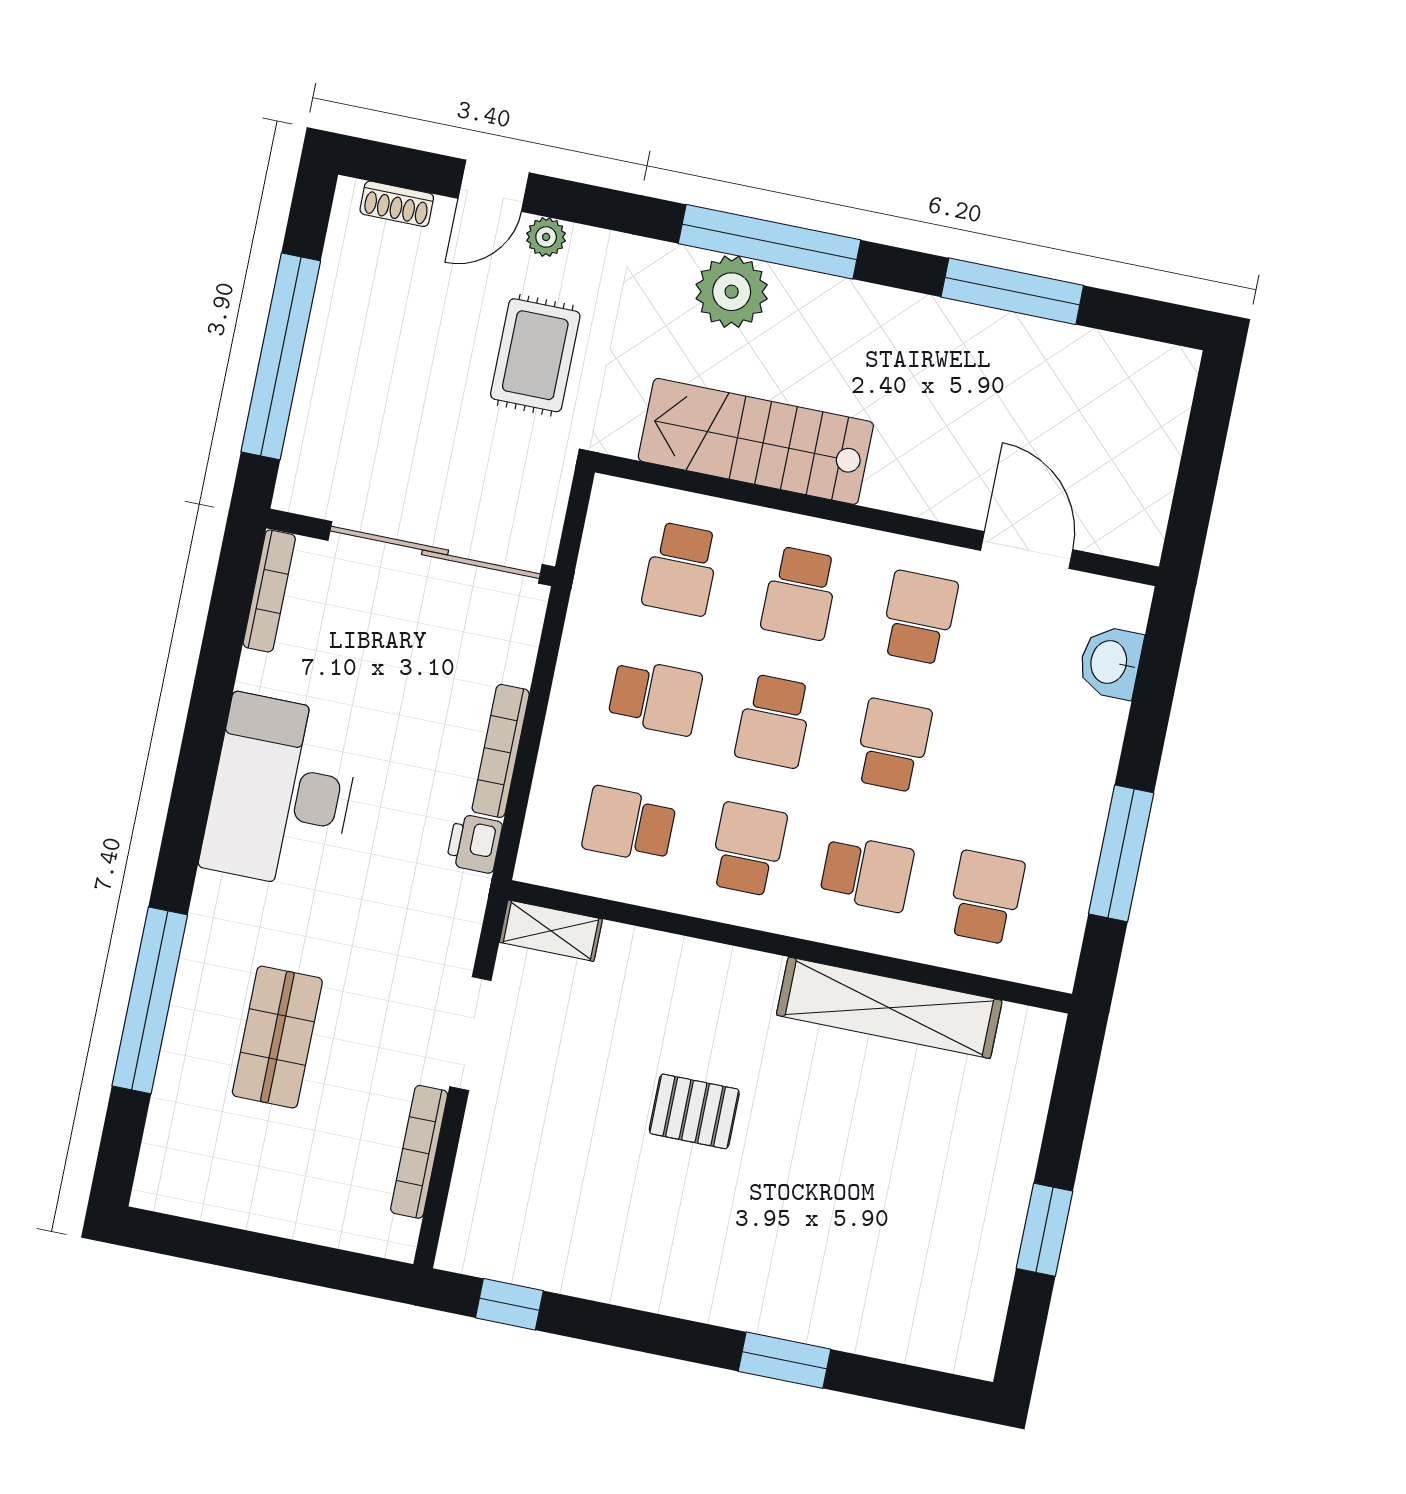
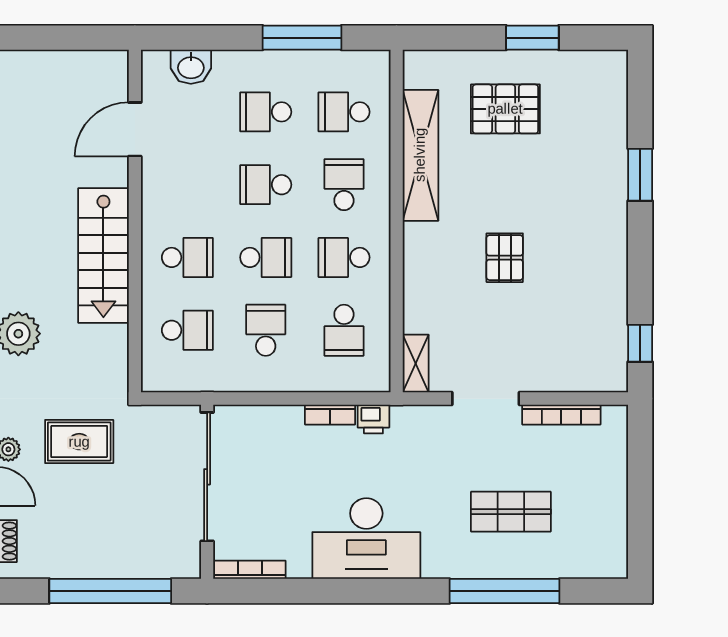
stairs: (756, 441) -> (103, 255), moved
school desk: (919, 617) -> (266, 112), moved
bookcase: (501, 751) -> (330, 415), width x0.64
pallet: (937, 1162) -> (505, 109), added

